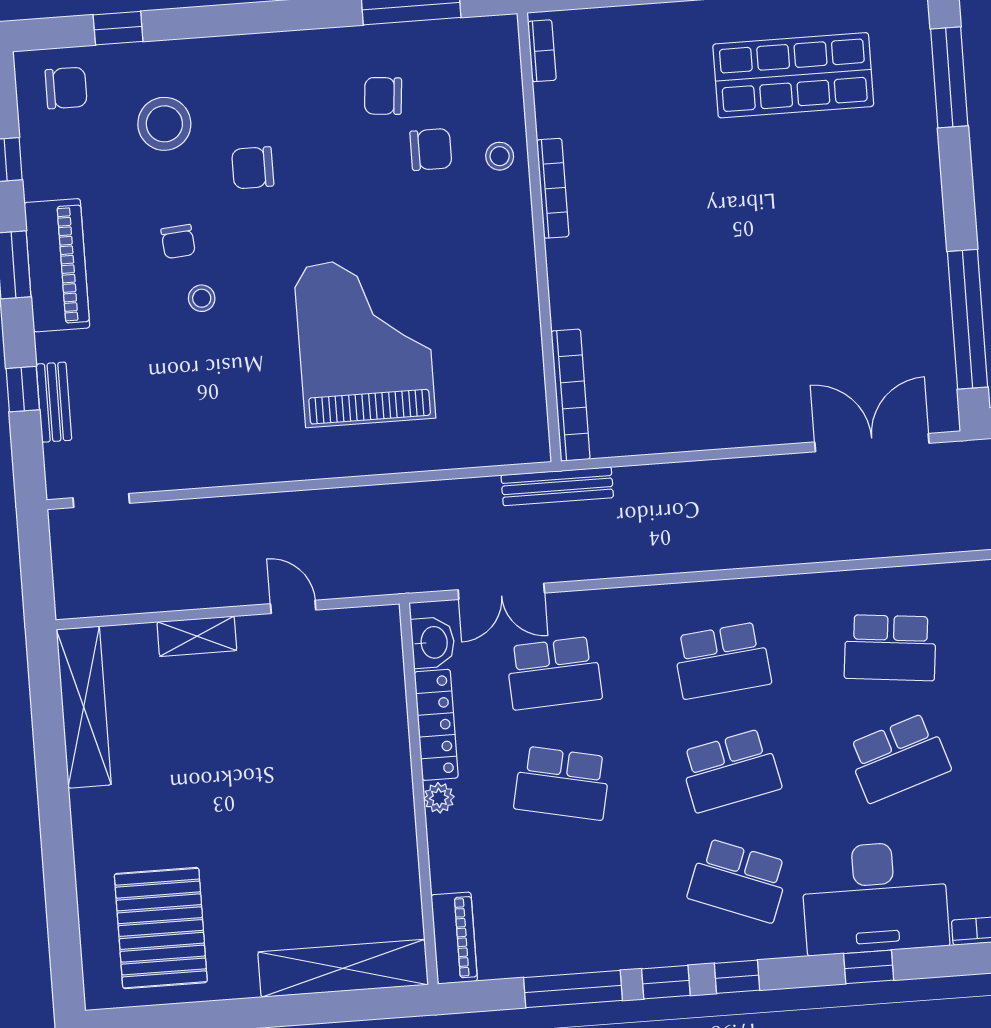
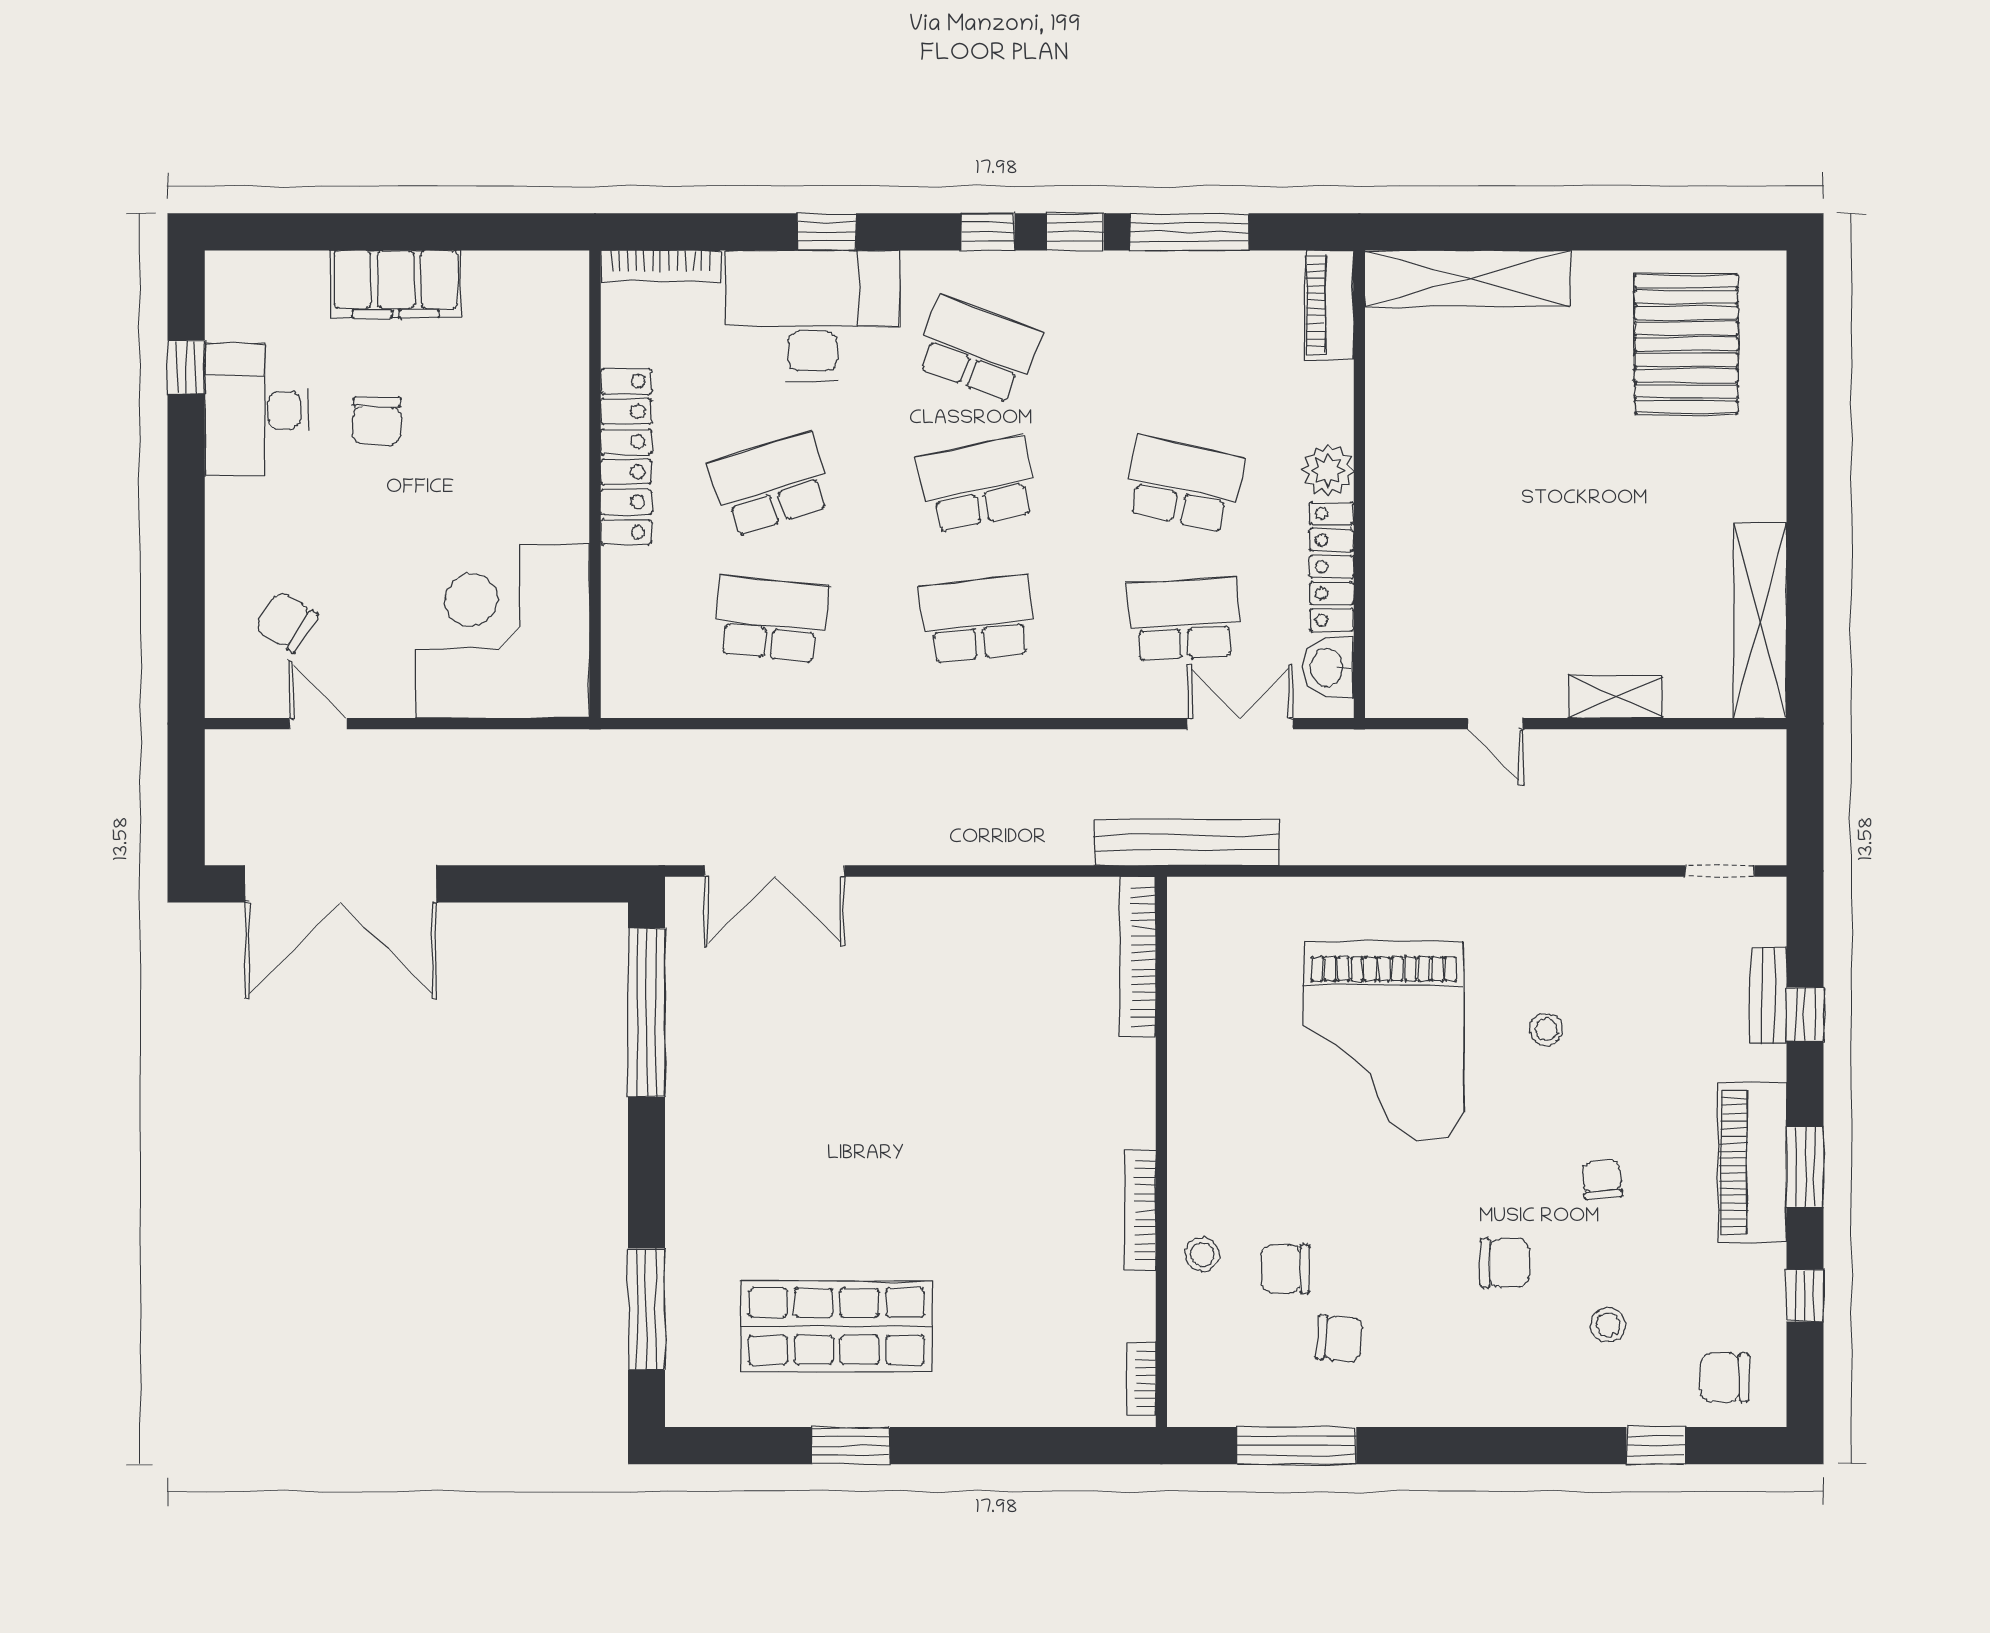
stool: (164, 124) -> (1608, 1325), width x0.53, depth x0.53
stool: (202, 298) -> (1546, 1030), moved
bench: (557, 486) -> (1187, 842), width x1.37, depth x1.21
plant: (439, 798) -> (1328, 470), width x1.38, depth x1.38

